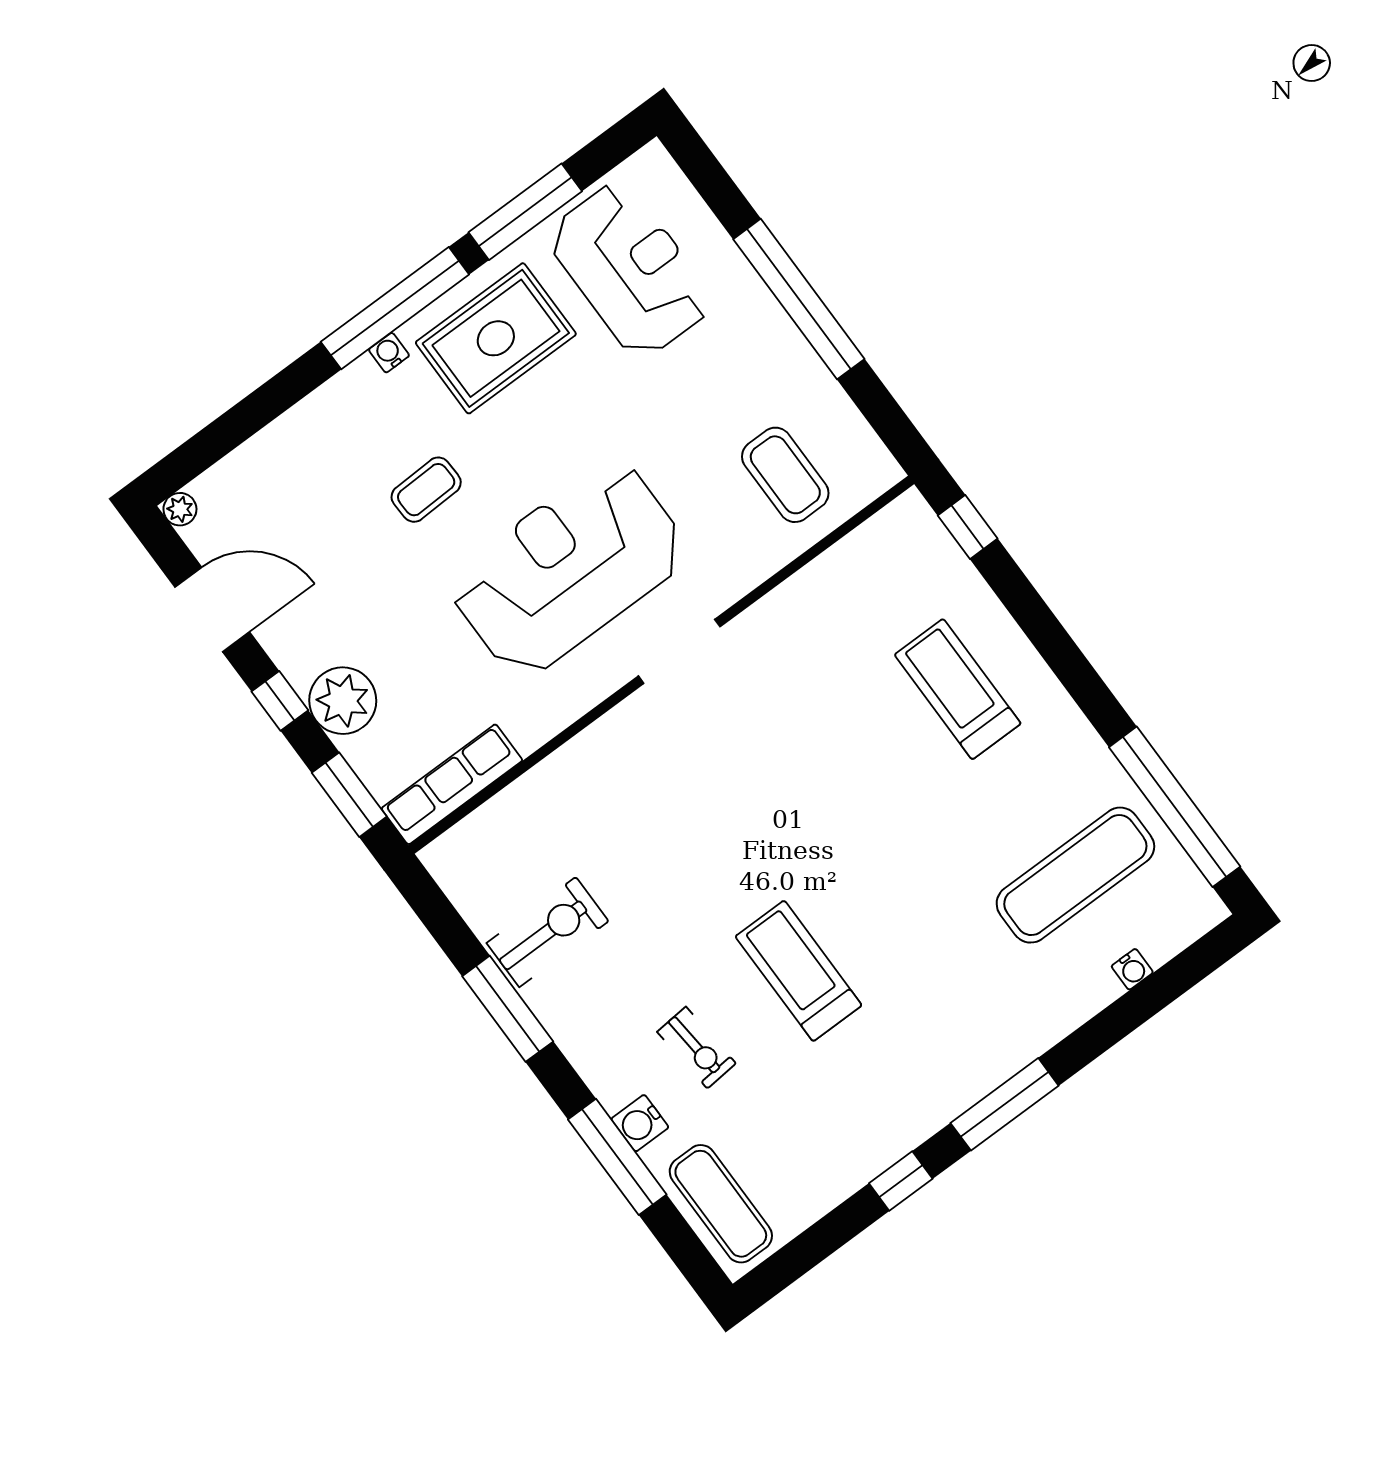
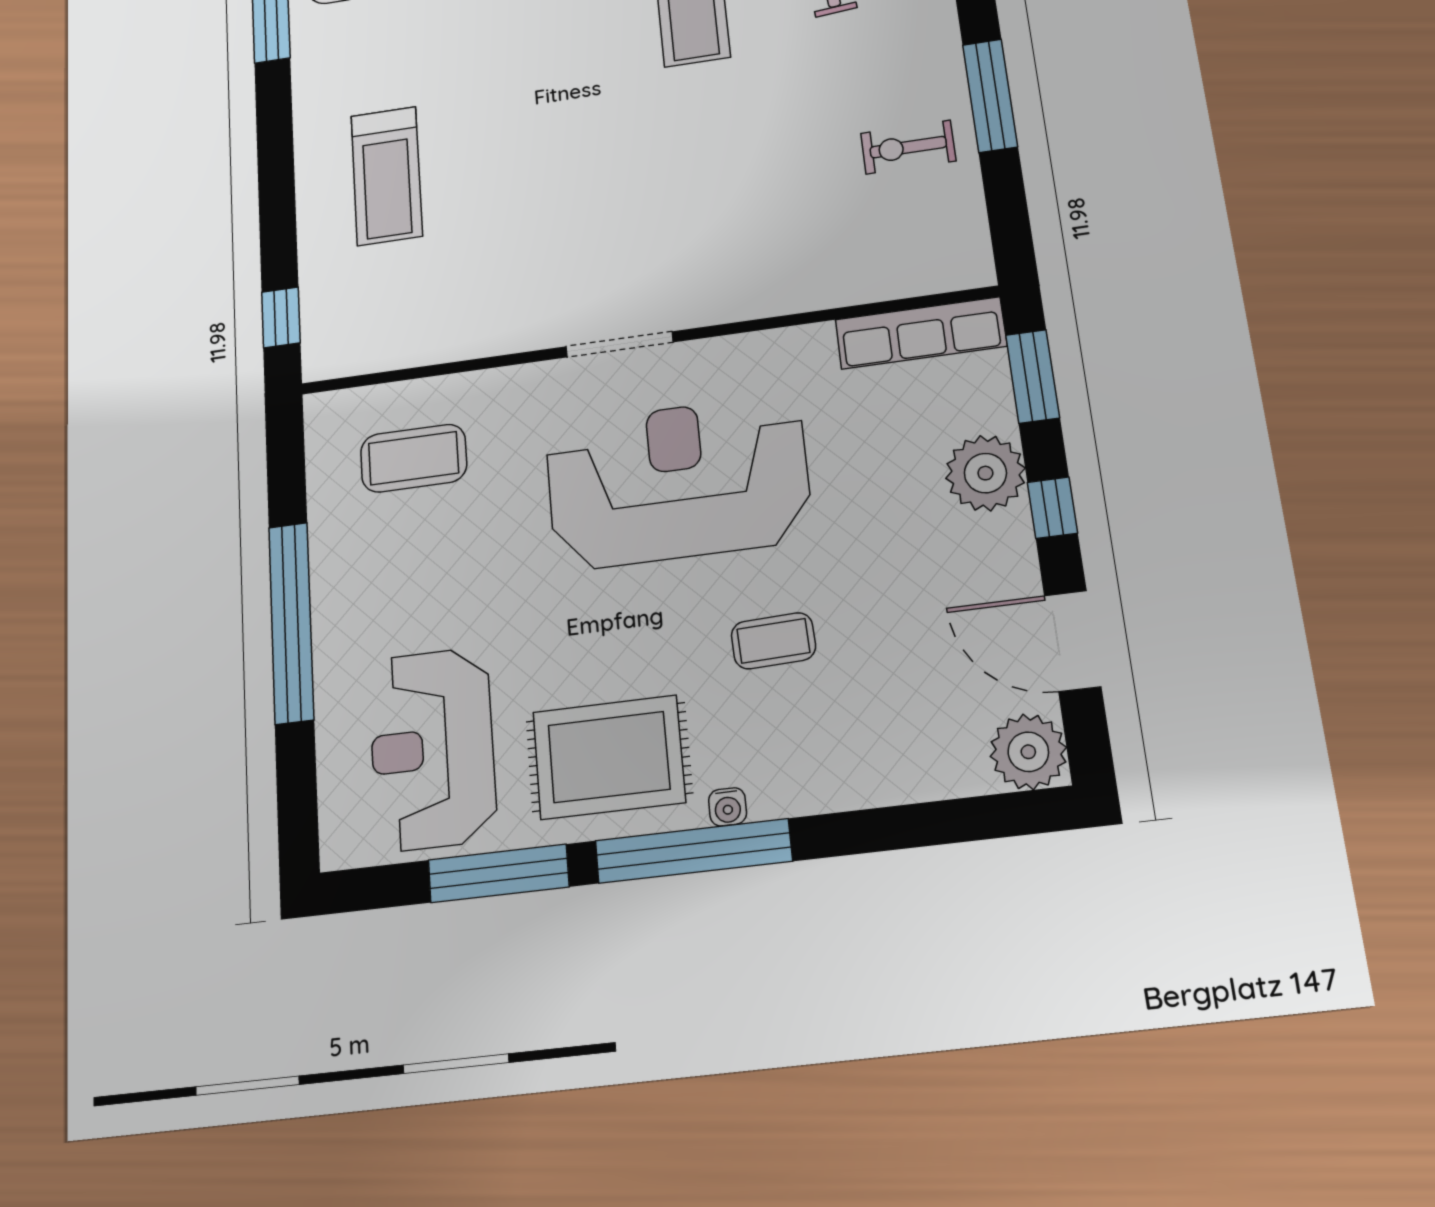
coffee table: (785, 475) -> (414, 458), turned 90
plant: (180, 509) -> (1028, 752), width x1.87, depth x1.87
reception desk: (568, 568) -> (678, 482), turned 180
exercise bike: (548, 932) -> (908, 147), width x0.73, depth x0.72

